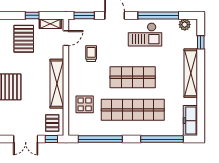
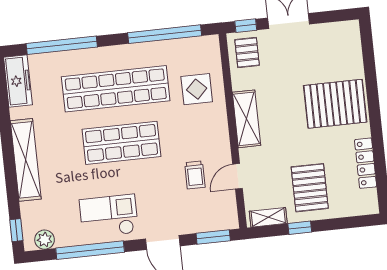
door: (66, 38) -> (238, 176), moved
window: (201, 42) -> (16, 230), moved
shelving: (57, 84) -> (246, 119), width x0.68

